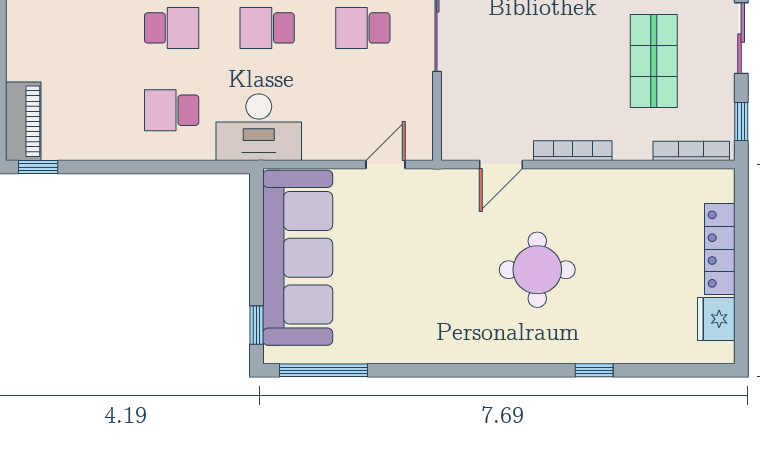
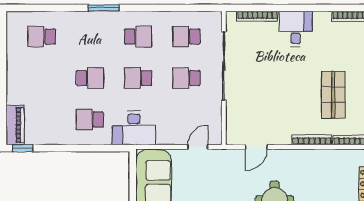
bookcase: (573, 151) -> (312, 140), moved

